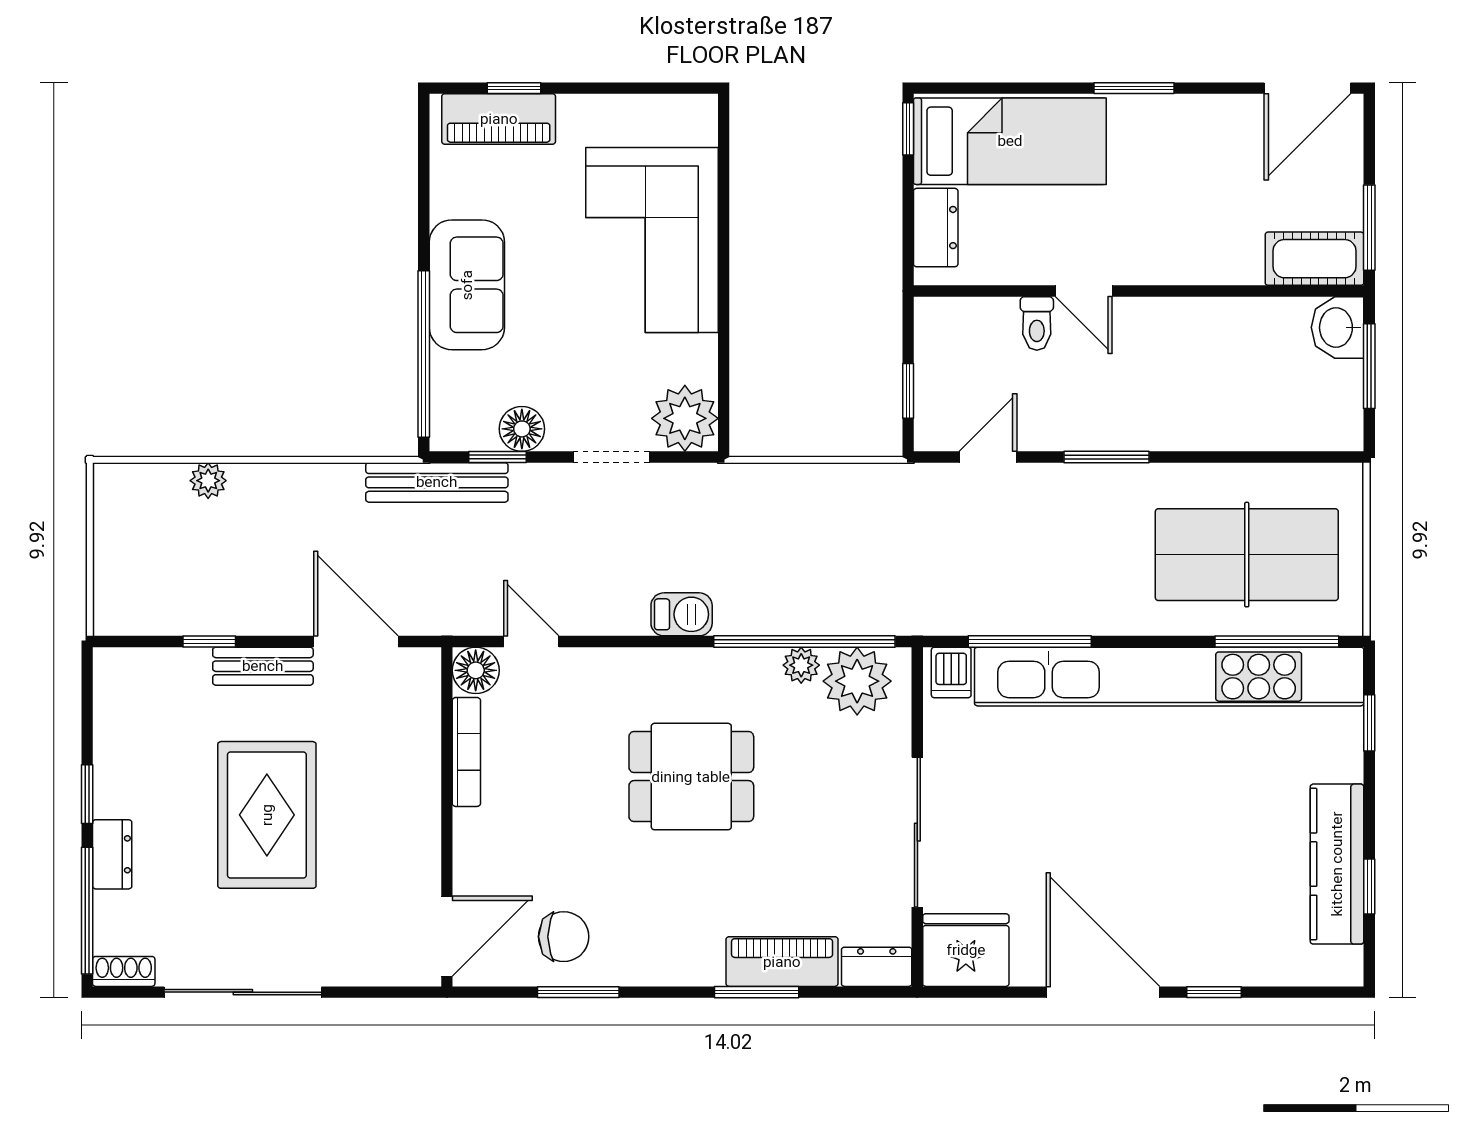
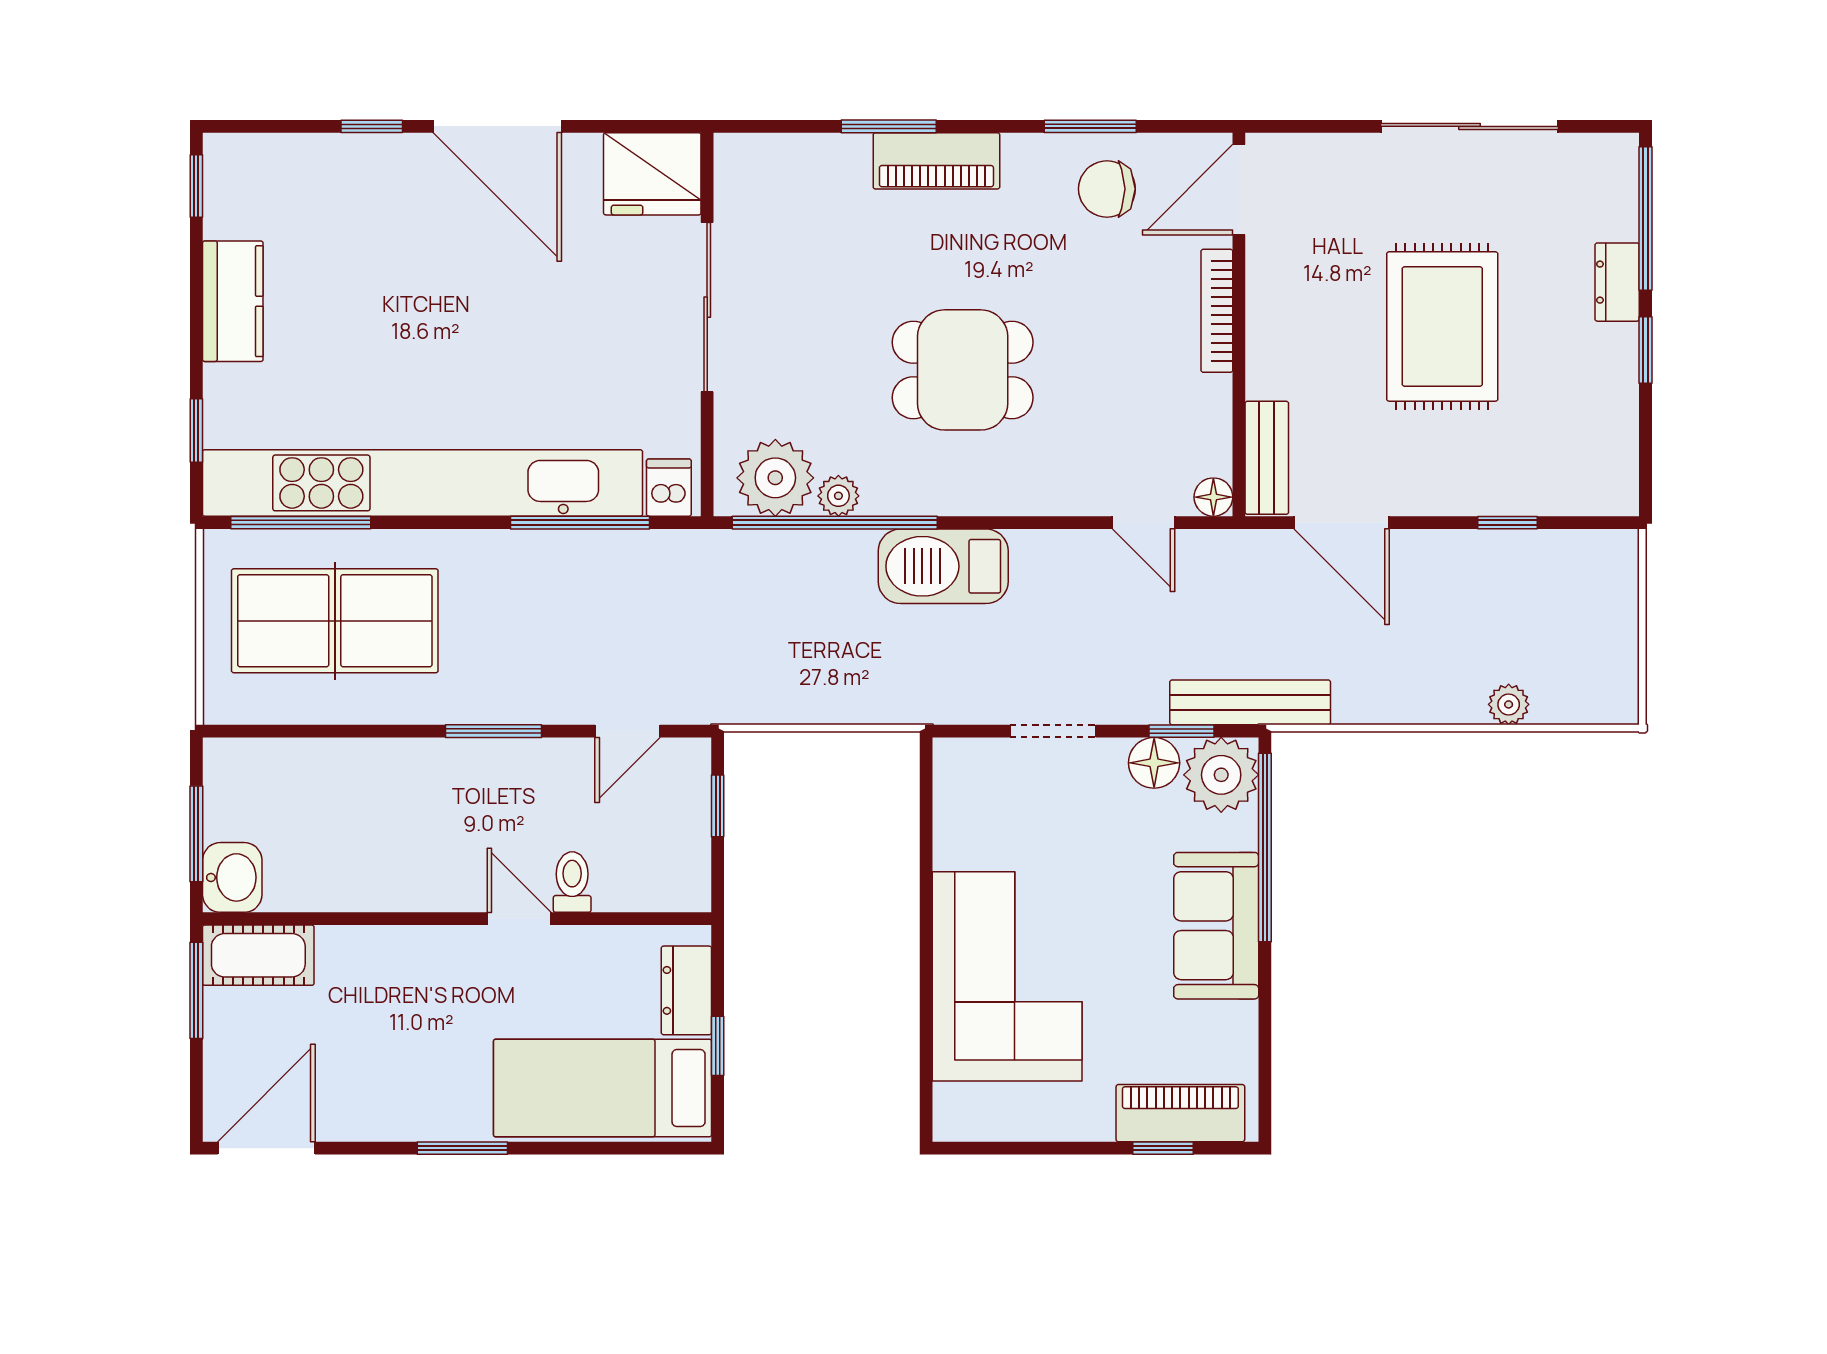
window: (908, 129) -> (718, 1046), moved
plant: (685, 418) -> (1221, 775), moved
barbecue: (682, 614) -> (943, 566), width x1.88, depth x1.53
bench: (263, 666) -> (1267, 458), moved, turned 90
floor lamp: (476, 670) -> (1213, 497), width x0.73, depth x0.73
bookcase: (466, 752) -> (1217, 311), moved
kitchen counter: (1337, 864) -> (233, 301), width x0.67
window: (1369, 887) -> (196, 186), moved
piano: (782, 962) -> (936, 161), moved
dresser: (877, 967) -> (753, 155), removed
shoe rack: (124, 971) -> (1604, 150), removed

